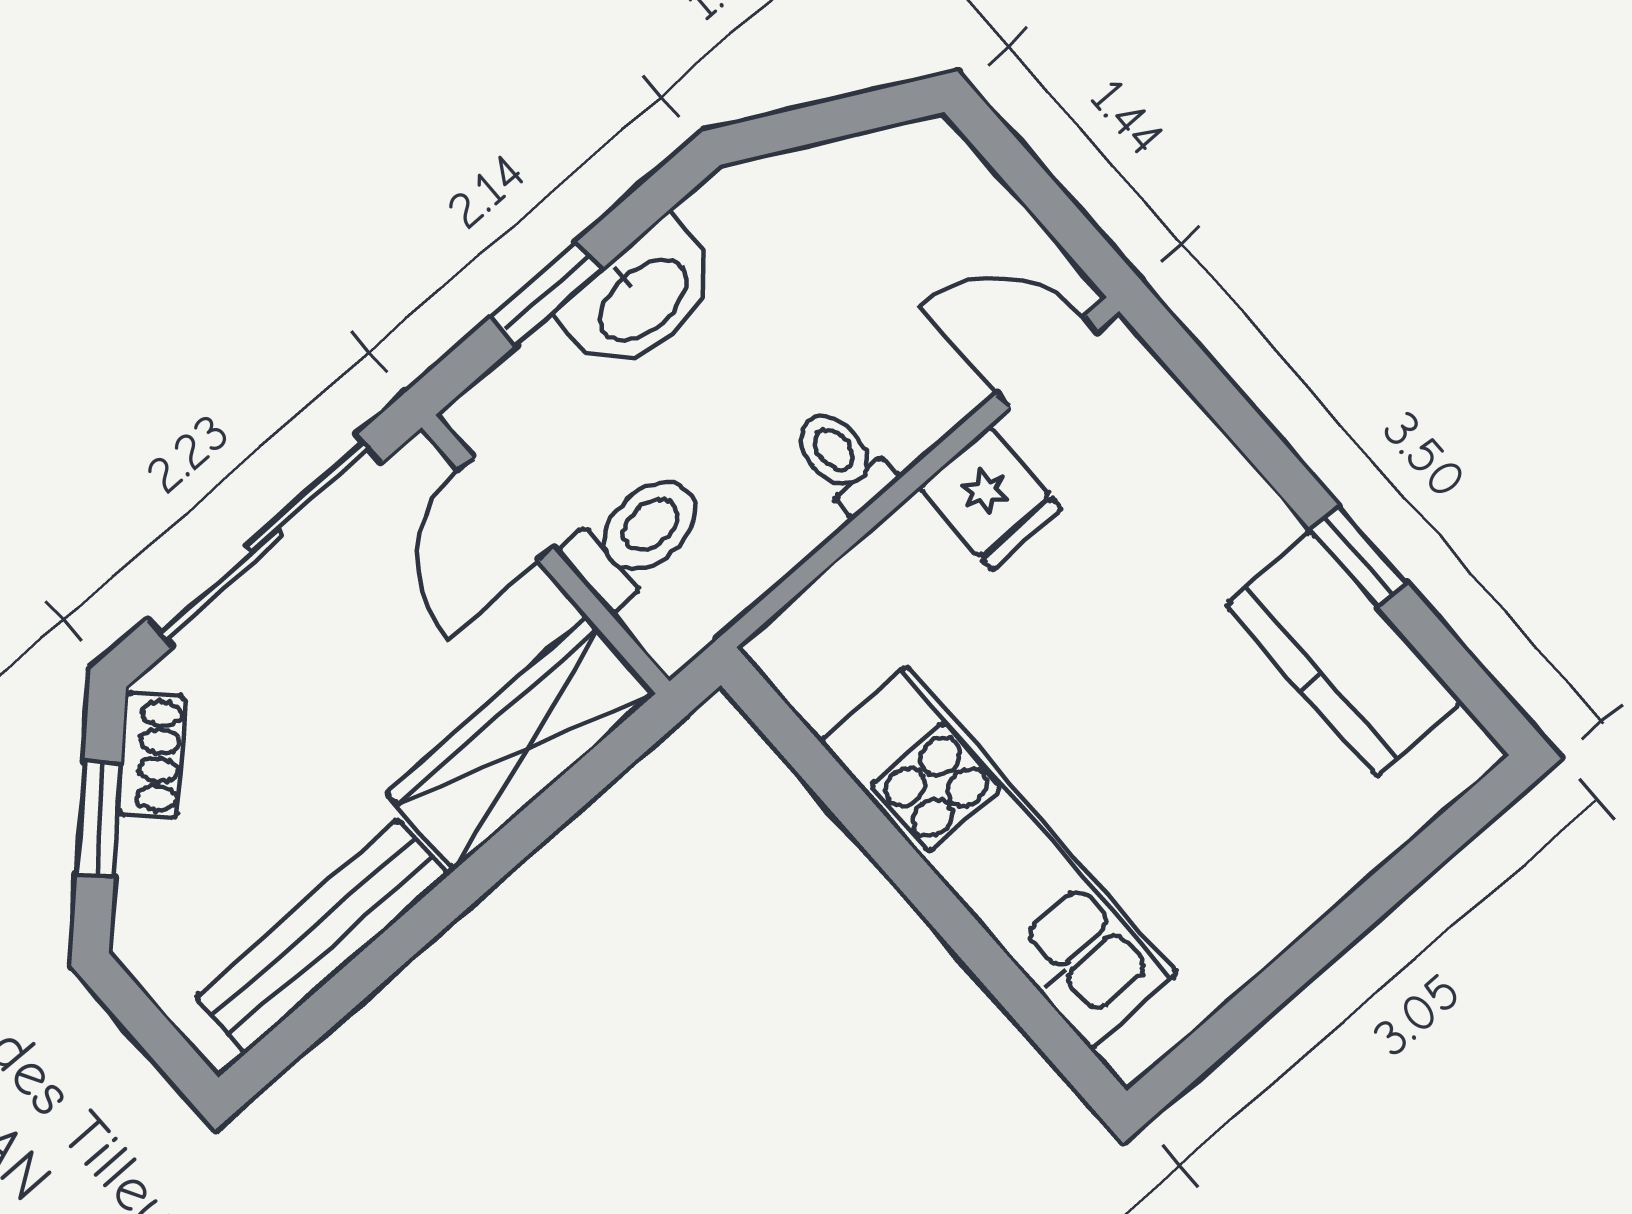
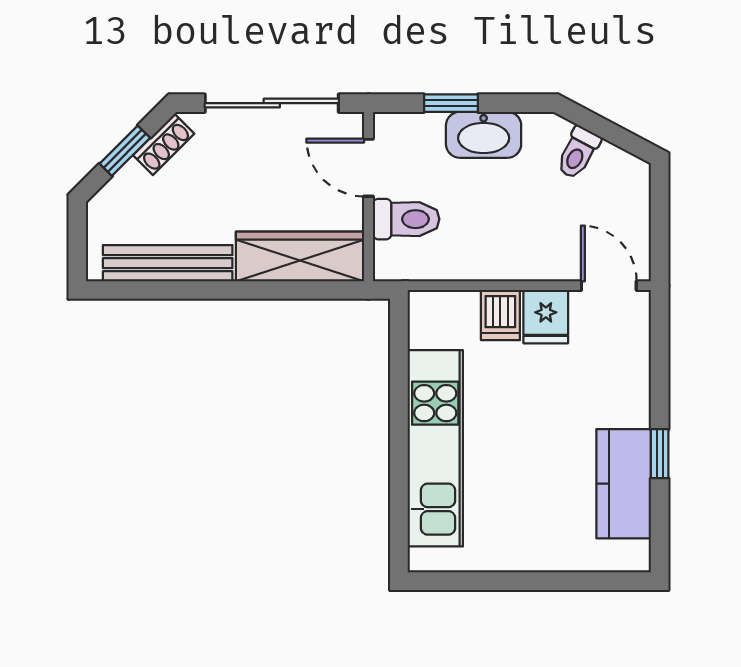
toilet: (843, 460) -> (578, 153), moved, turned -152
door: (506, 509) -> (368, 168), hinge flipped
dishwasher: (917, 558) -> (500, 315), added

